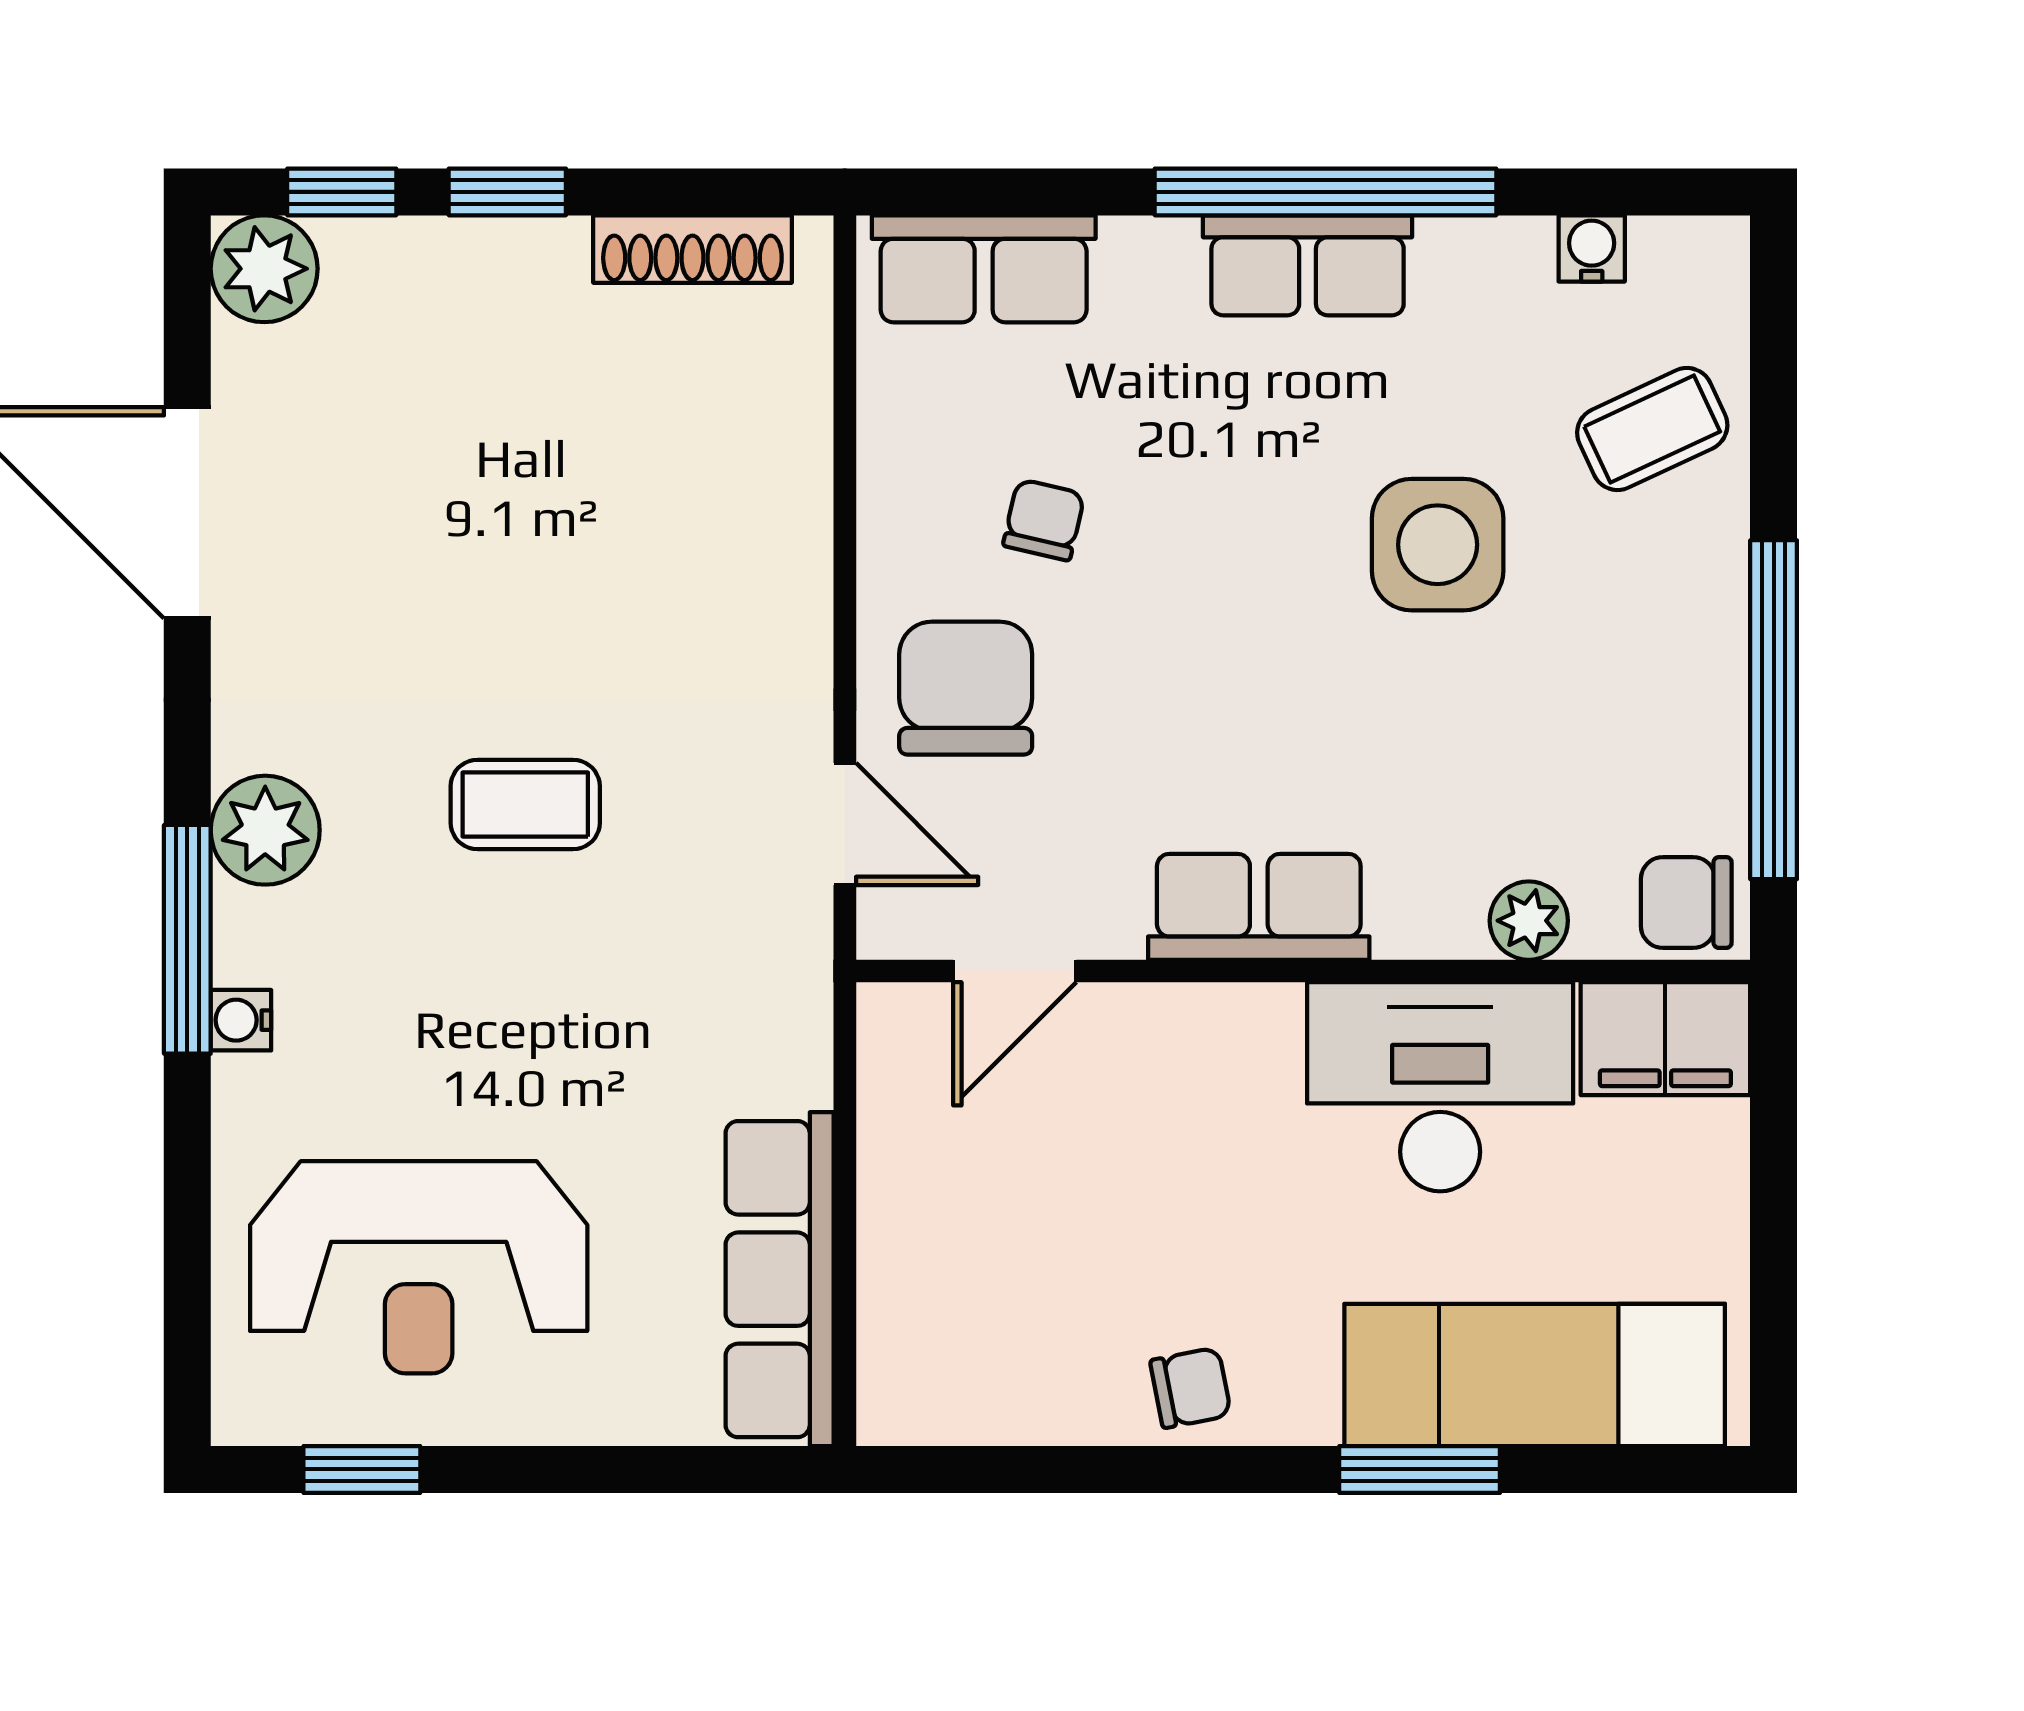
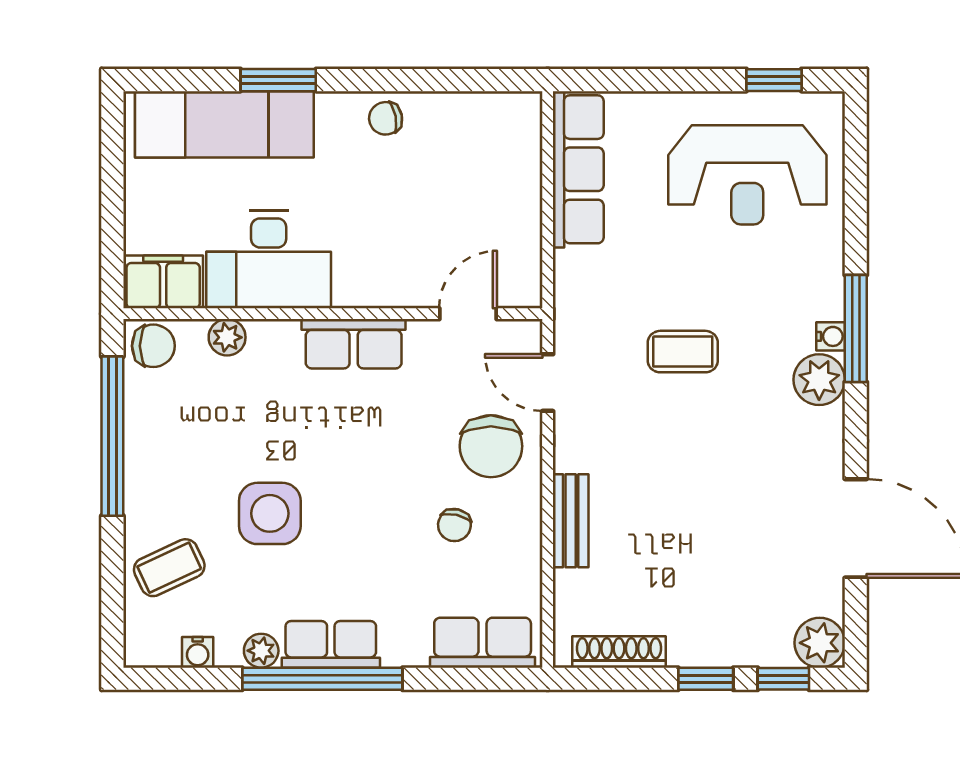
plant: (1456, 252) -> (261, 651), added
bench: (796, 529) -> (571, 521), added
coffee table: (525, 805) -> (683, 352), moved
water cooler: (241, 1020) -> (831, 336), moved
reception desk: (419, 1267) -> (747, 175), turned 180

